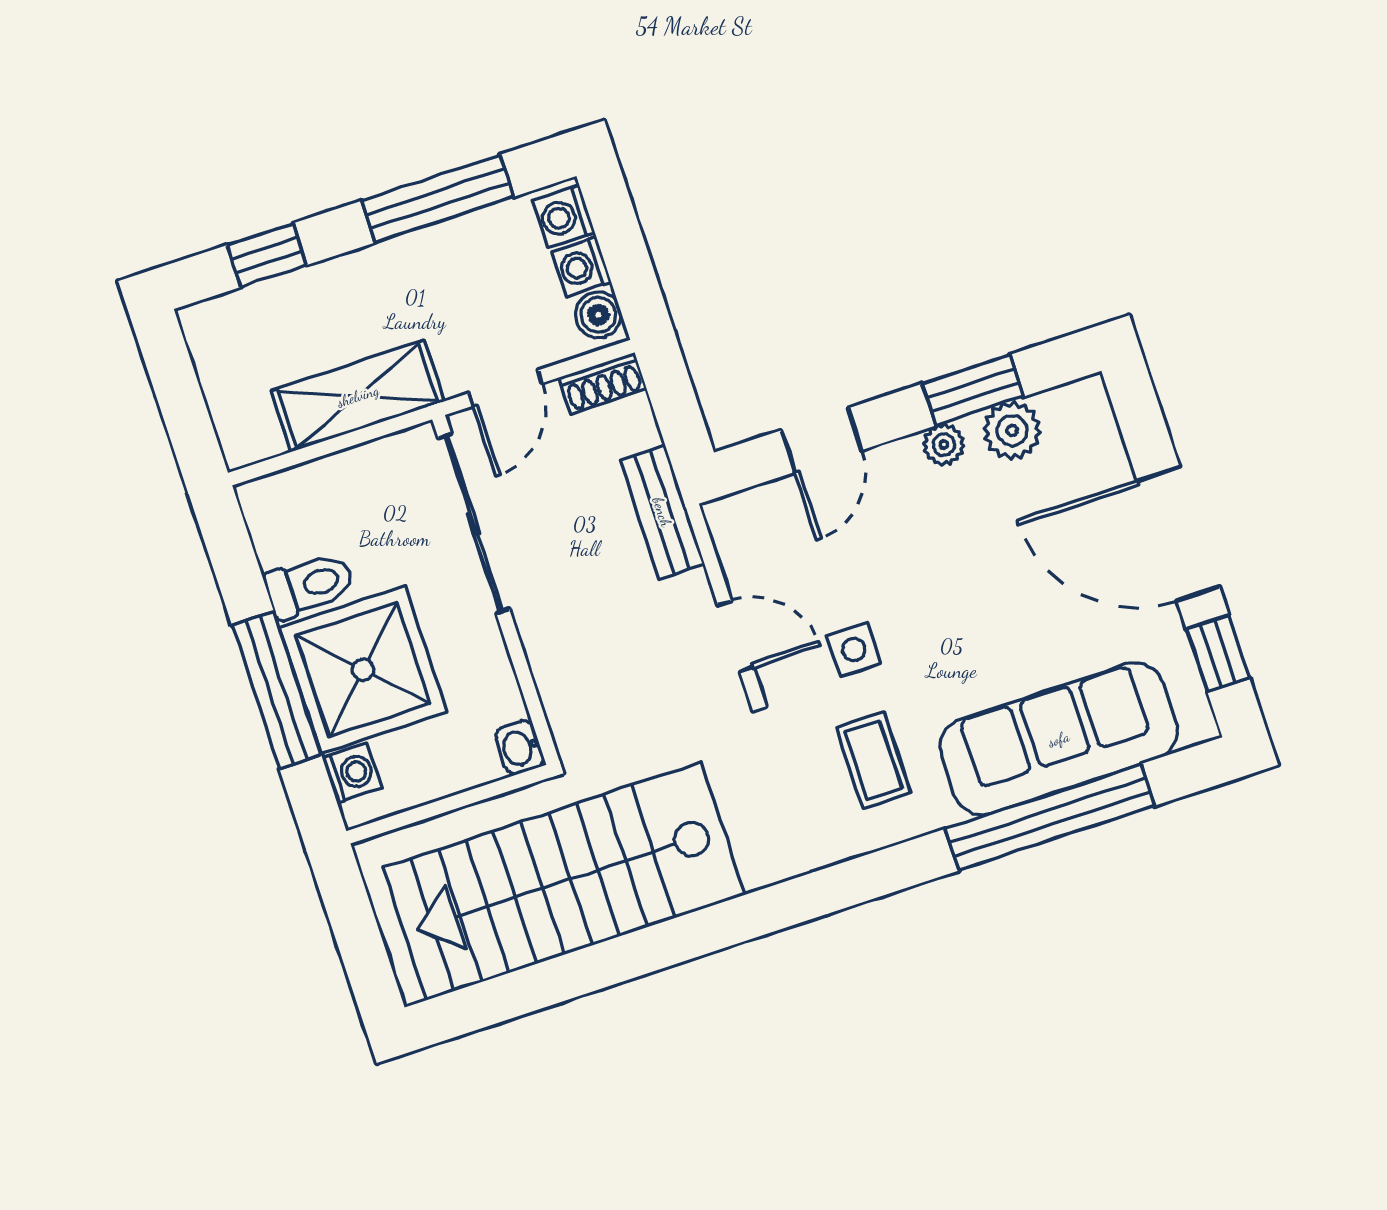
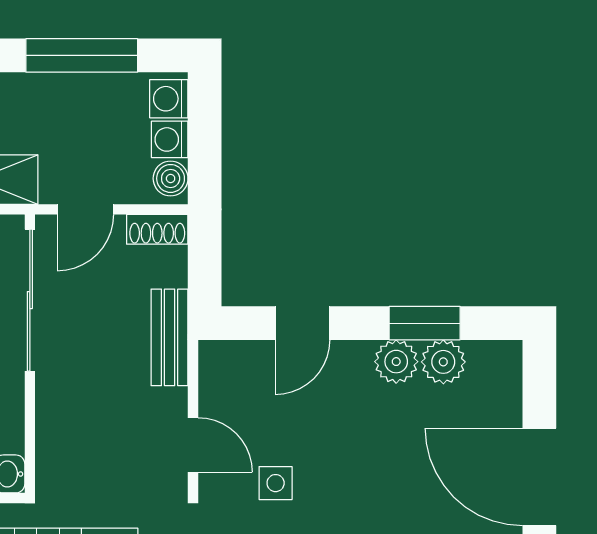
plant: (944, 445) -> (396, 362), width x1.38, depth x1.38

